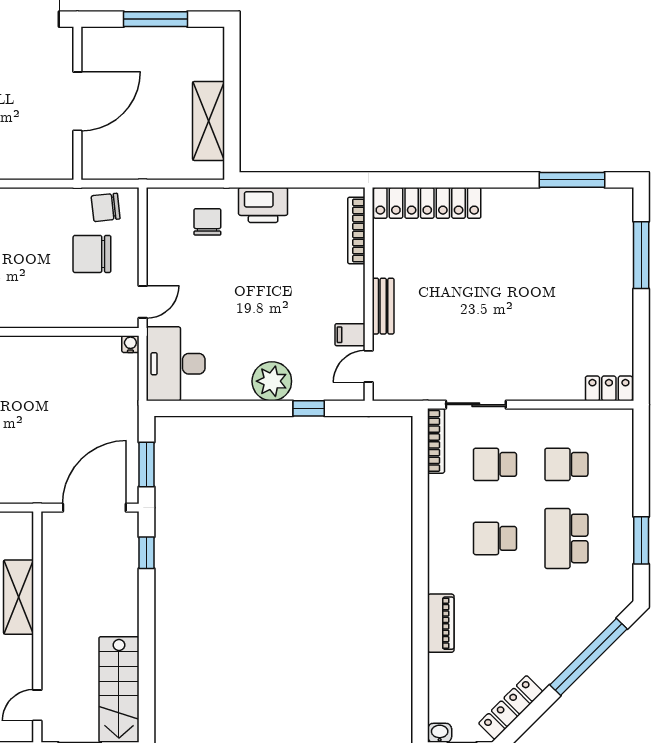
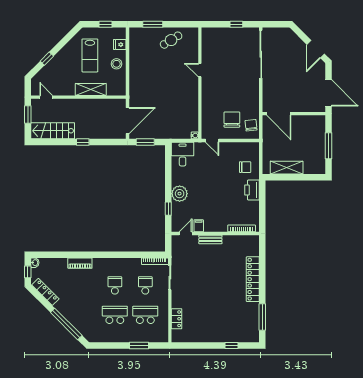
door: (77, 101) -> (279, 114), moved
locker: (427, 203) -> (253, 279), moved
window: (641, 255) -> (231, 346), width x0.46
desk: (176, 364) -> (183, 154), width x0.73
door: (369, 366) -> (186, 233), hinge flipped
locker: (609, 388) -> (177, 319), moved
school desk: (566, 464) -> (145, 315), width x1.85
door: (94, 508) -> (128, 121), hinge flipped
window: (641, 540) -> (139, 346), moved
window: (146, 553) -> (83, 142), moved

